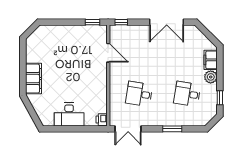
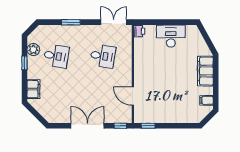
double door: (167, 22) -> (87, 126), moved
filing cabinet: (32, 48) -> (207, 100), added
plant: (211, 77) -> (33, 50), moved
window: (220, 98) -> (24, 63), moved

